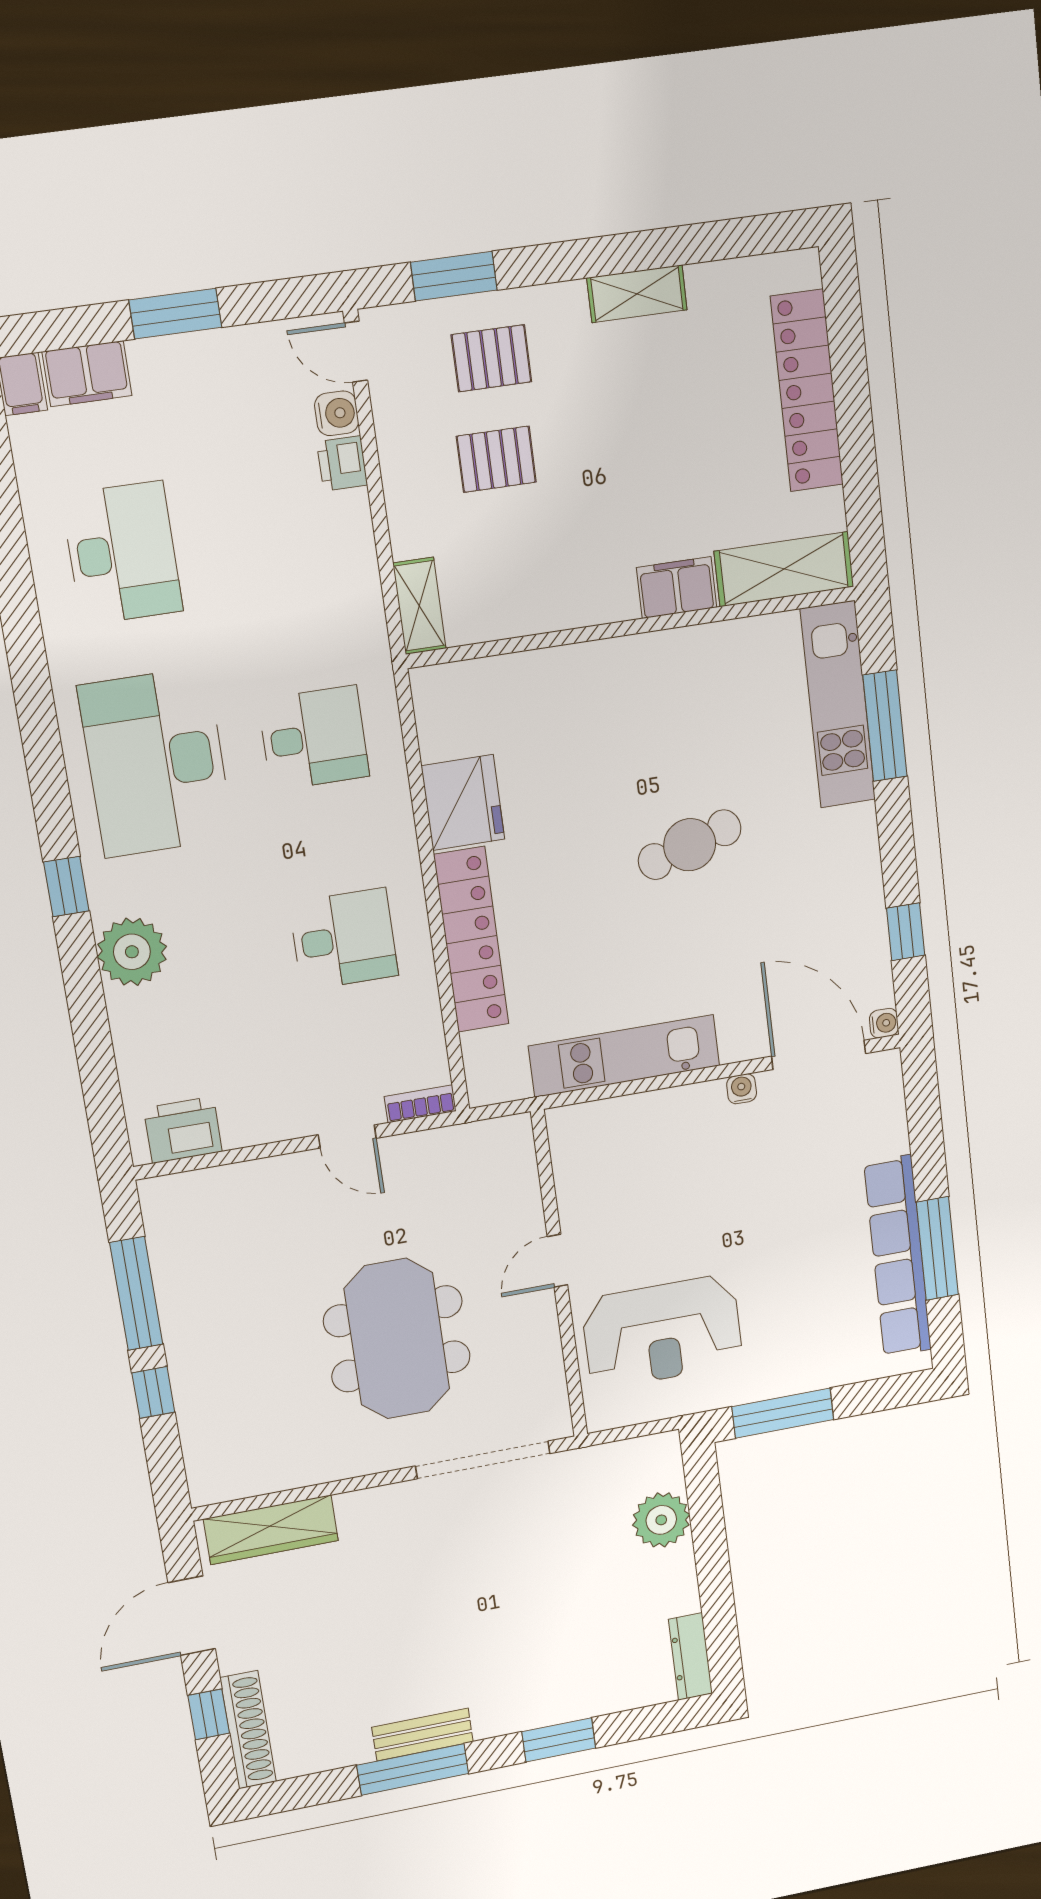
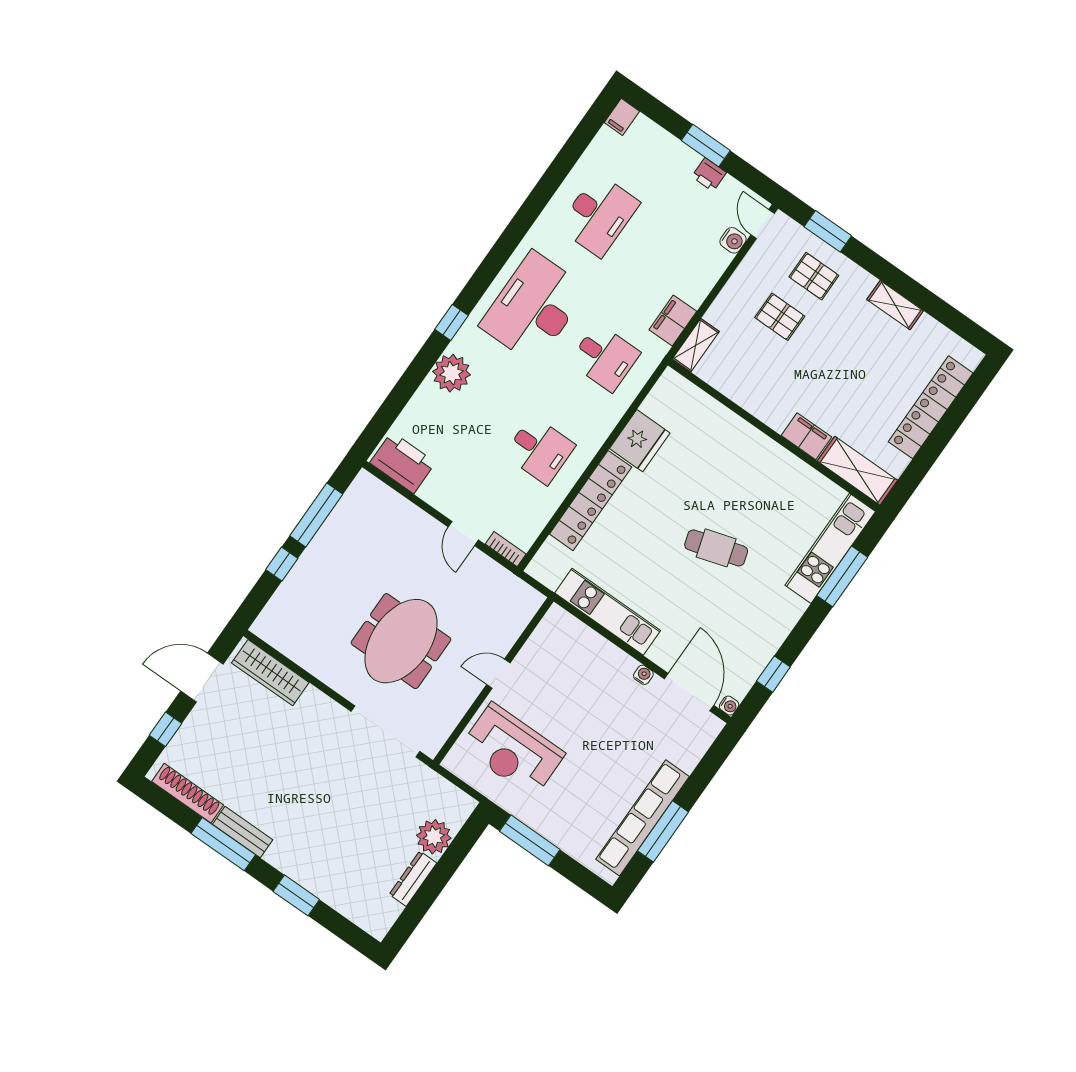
filing cabinet: (87, 374) -> (673, 321), moved, turned 90
printer: (342, 463) -> (709, 175), moved, turned -90
printer: (183, 1130) -> (403, 463), width x1.37, depth x1.19
dresser: (690, 1656) -> (413, 879), moved
shoe rack: (248, 1730) -> (188, 793), moved, turned -90

